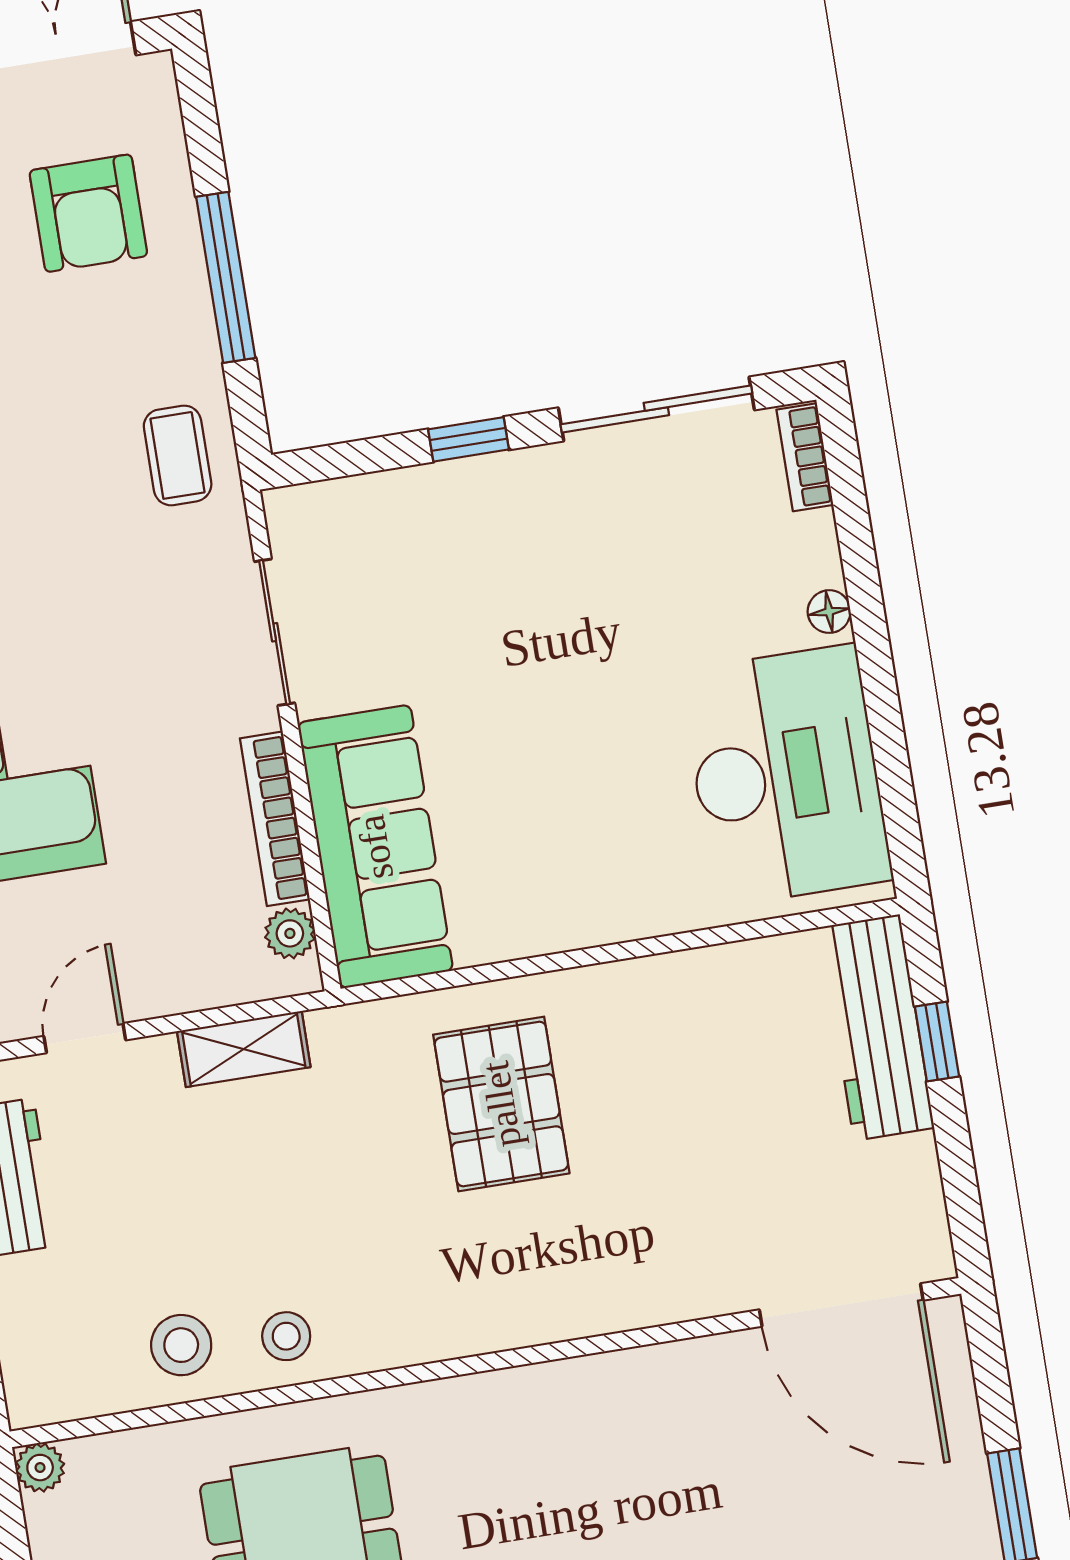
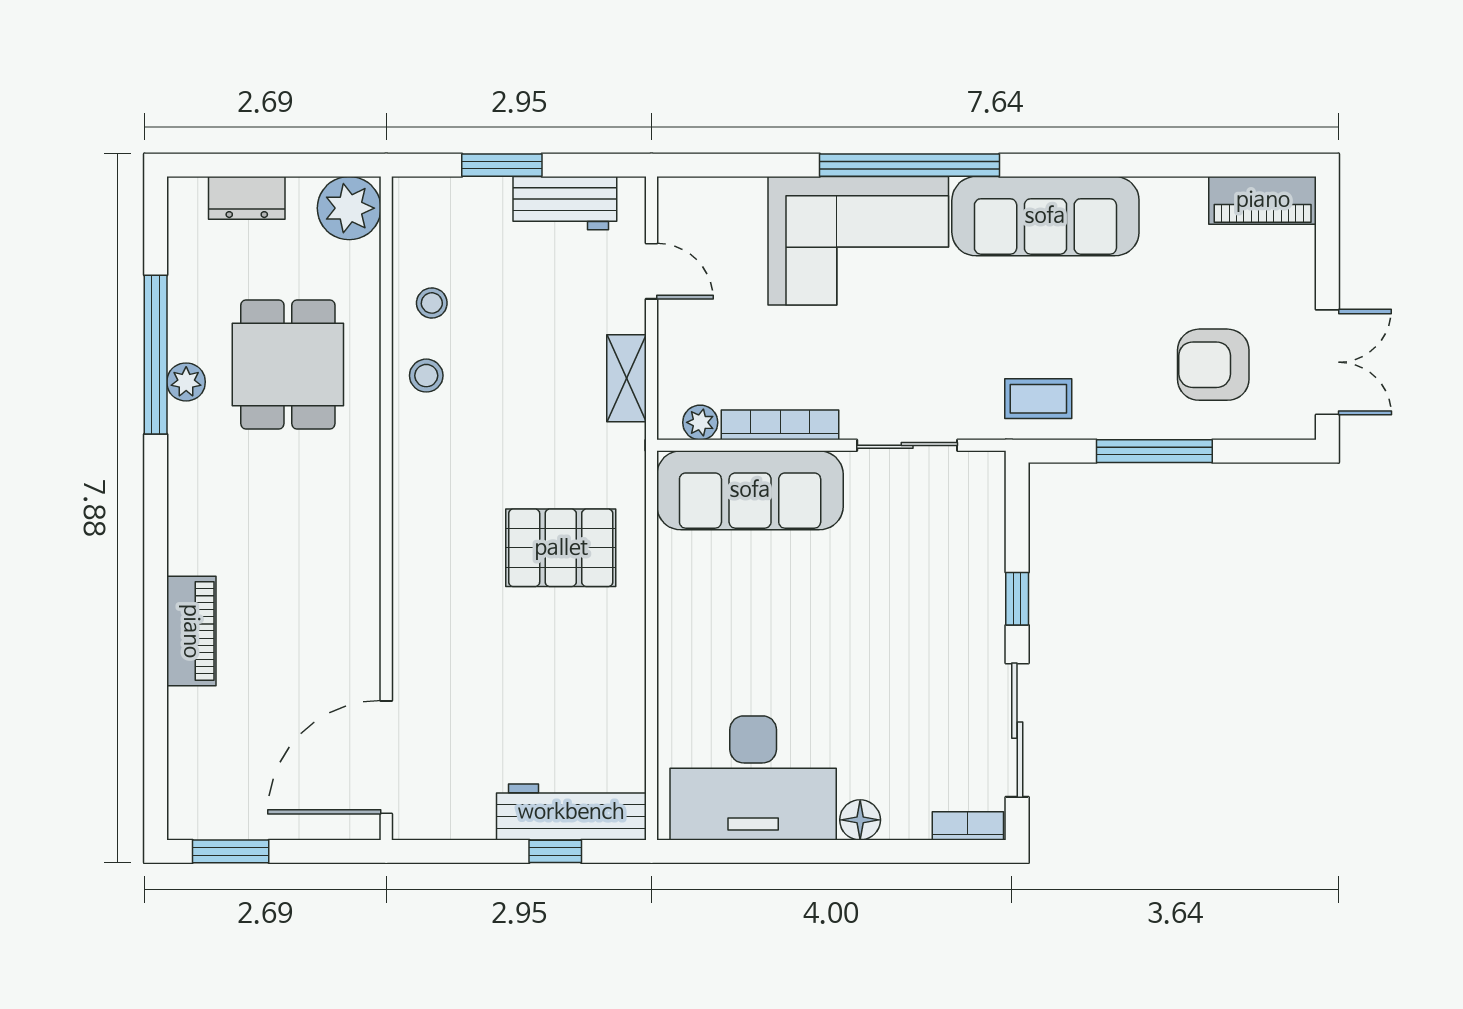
floor lamp: (829, 612) -> (860, 820), width x1.37, depth x1.37
stool: (181, 1345) -> (432, 303), width x0.73, depth x0.73
plant: (40, 1468) -> (349, 208), width x1.88, depth x1.88

